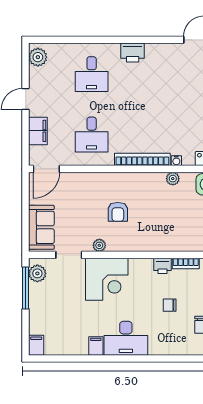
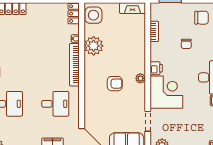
plant: (173, 179) -> (94, 46), width x1.88, depth x1.88
plant: (99, 245) -> (140, 78), moved
printer: (162, 266) -> (156, 68), moved

